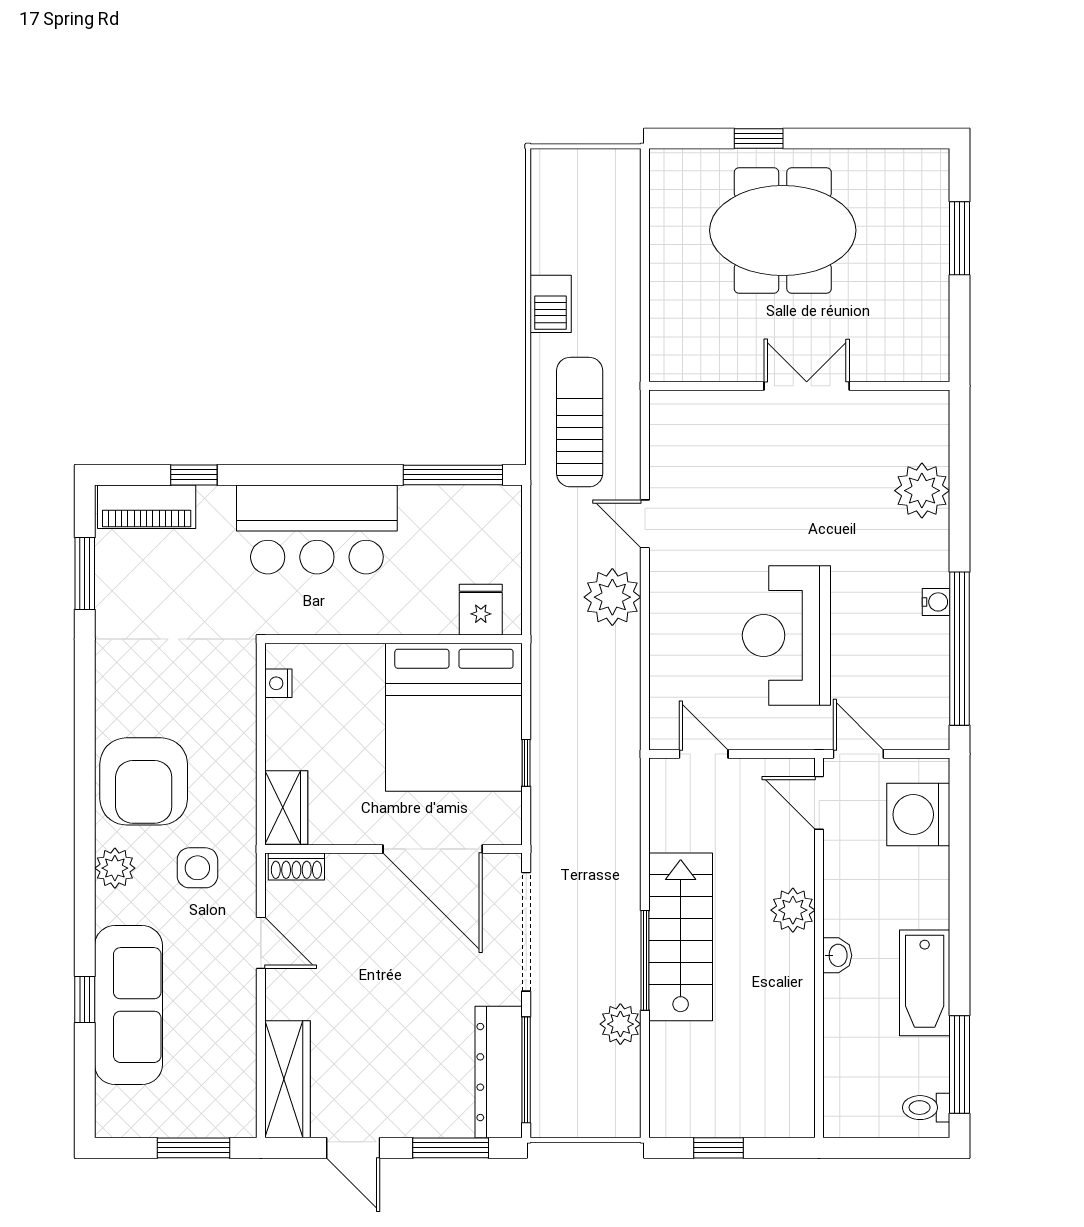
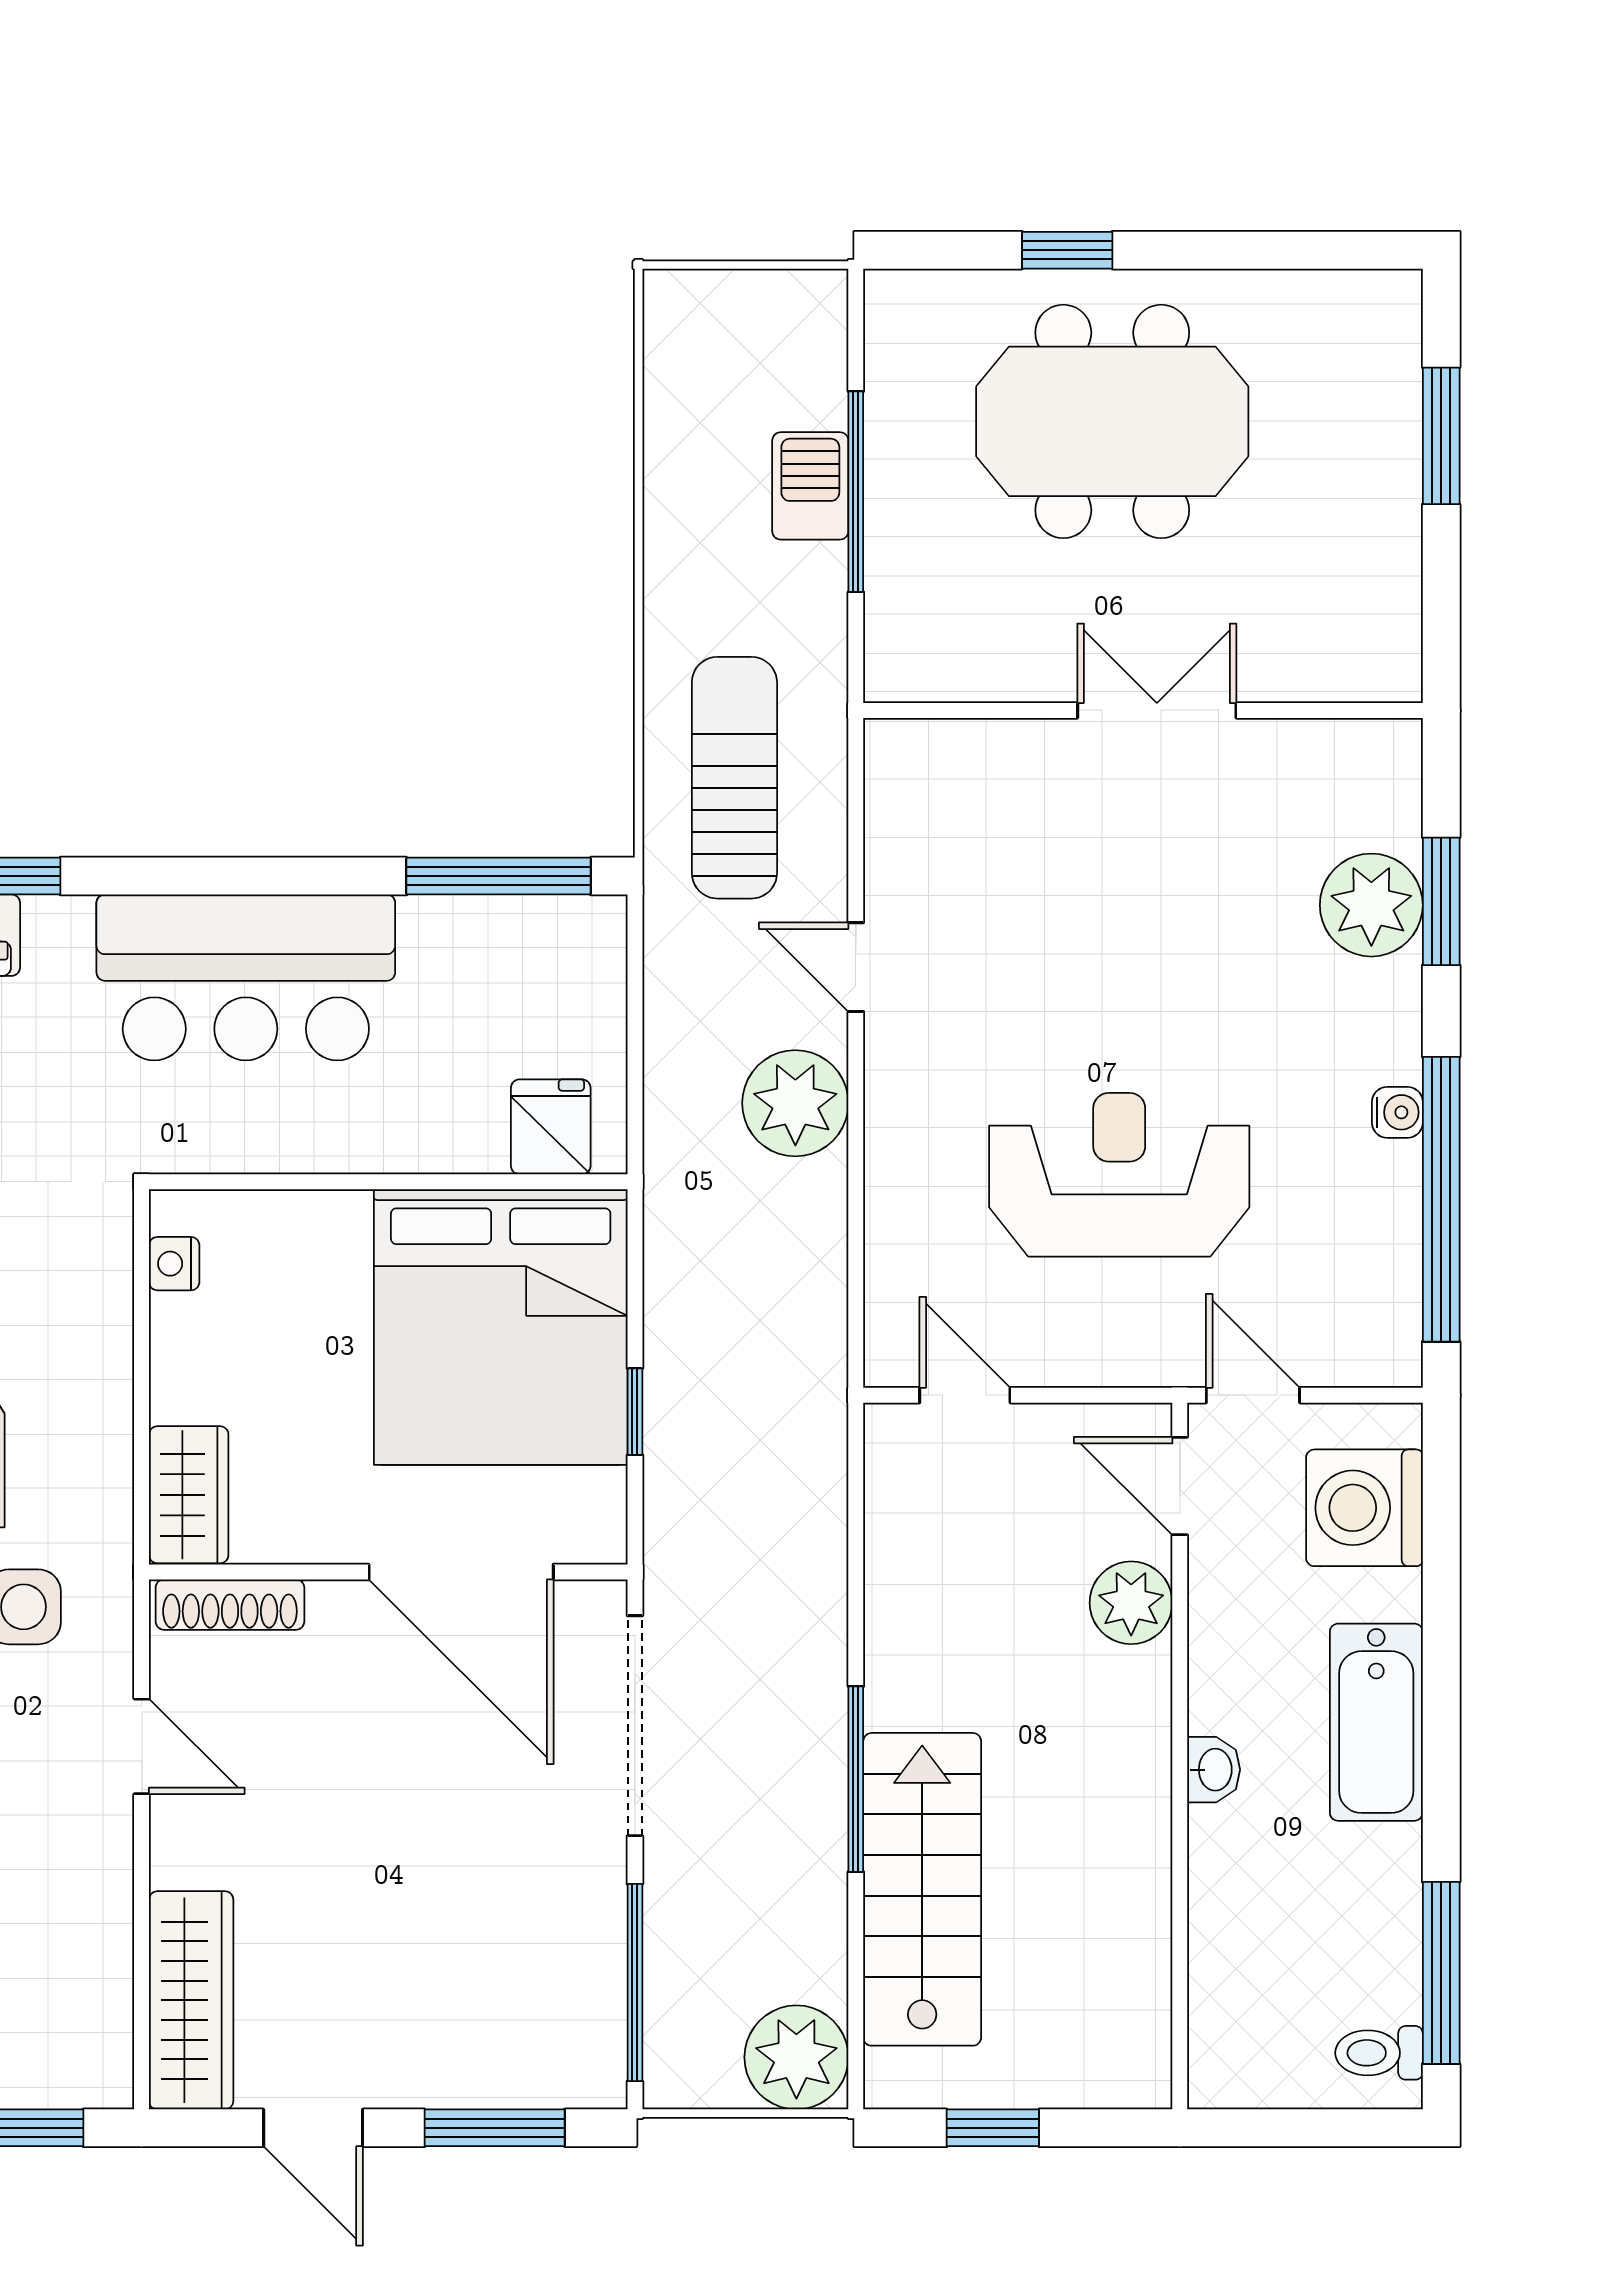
window: (645, 268) -> (856, 492), added
barbecue: (551, 304) -> (810, 486), moved, turned 180
window: (960, 488) -> (1441, 901), added
reception desk: (786, 635) -> (1119, 1175), turned 90
shoe rack: (296, 867) -> (230, 1605), width x1.43
plant: (793, 910) -> (1131, 1603), moved
stairs: (681, 937) -> (922, 1889), moved
bathtub: (925, 983) -> (1376, 1722), moved
plant: (620, 1024) -> (796, 2057), moved, width x1.36, depth x1.36
dresser: (499, 1072) -> (584, 1987), removed

